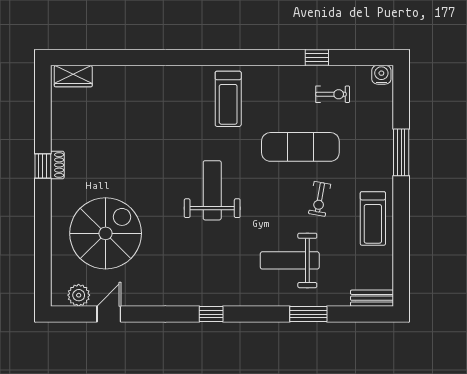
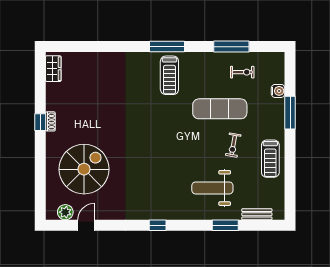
window: (225, 57) -> (167, 47), added
window: (317, 57) -> (231, 47), width x2.17
water cooler: (381, 75) -> (278, 91), moved, turned 90
wardrobe: (73, 76) -> (53, 69), moved, turned -90
weight bench: (212, 190) -> (158, 139), removed
bench: (372, 298) -> (257, 214), moved

